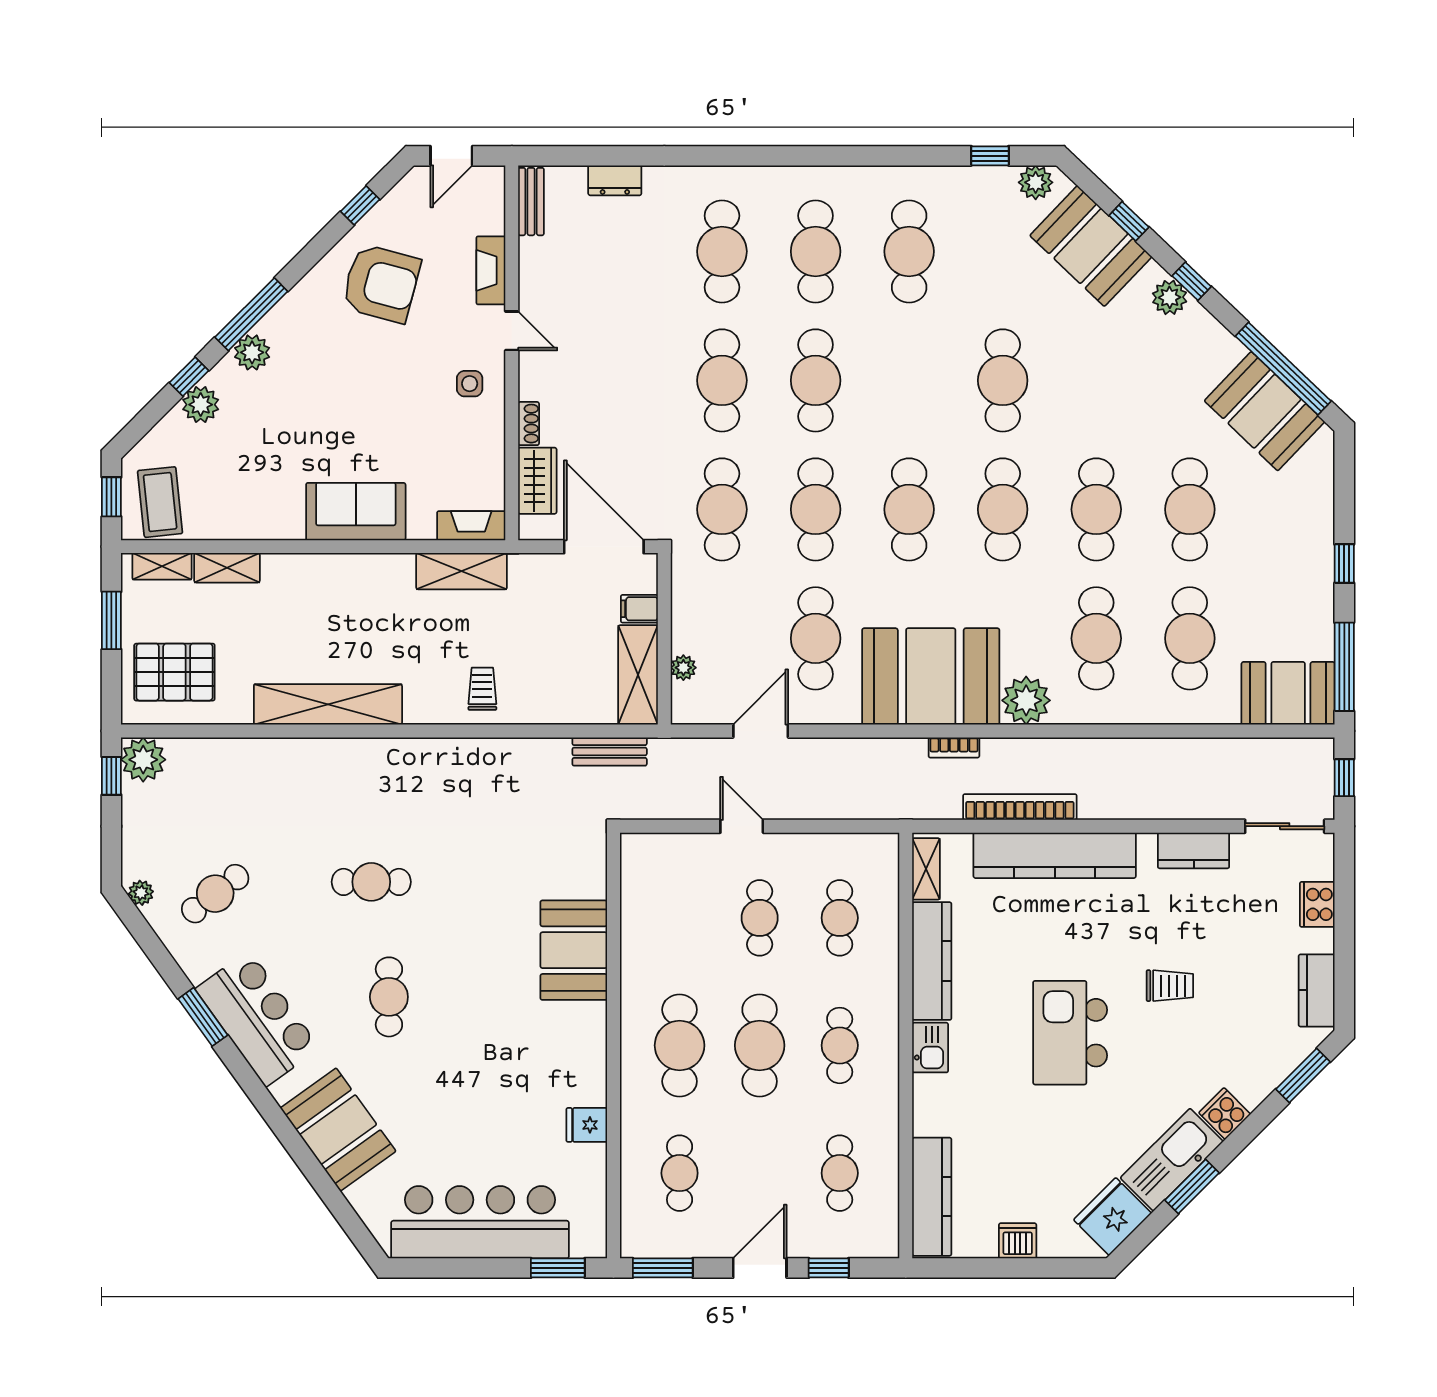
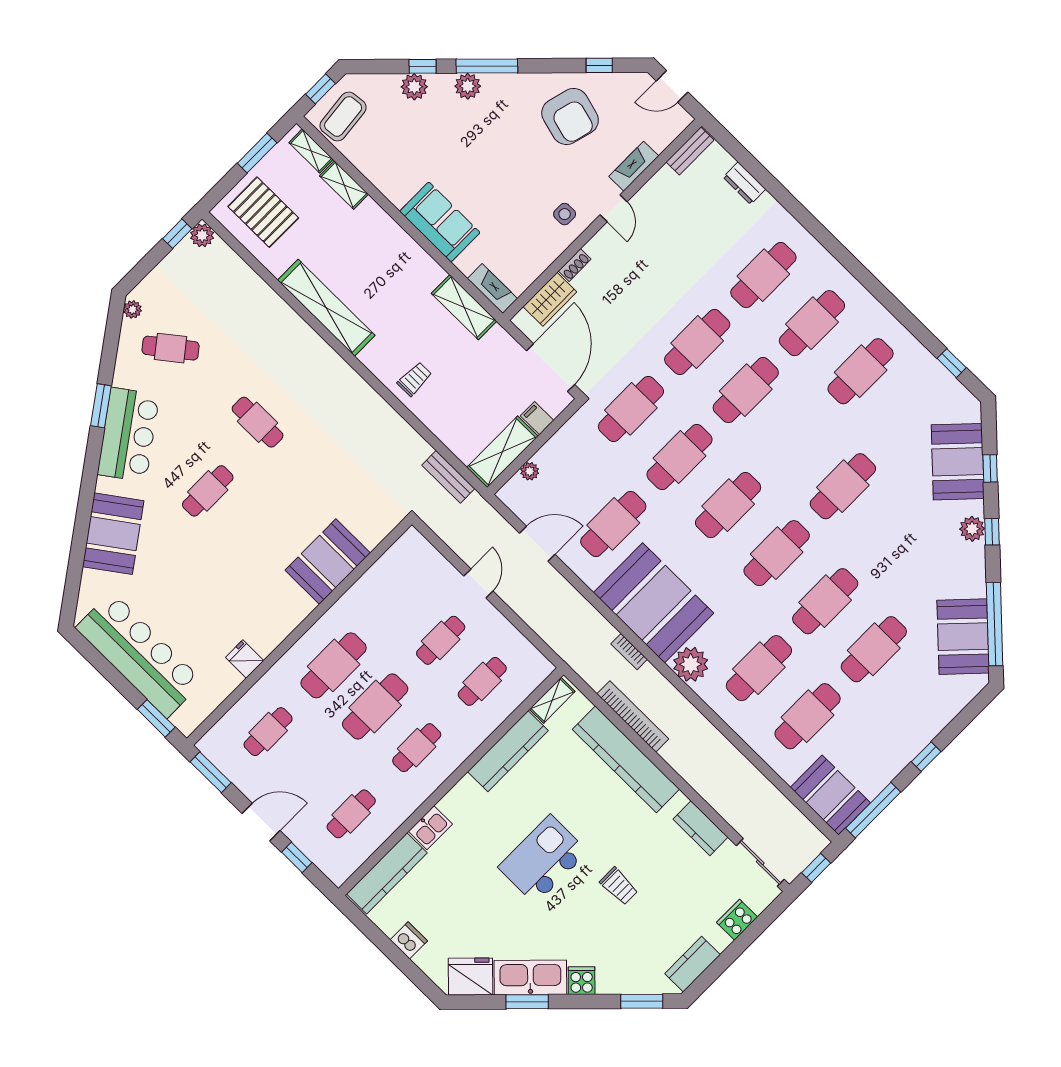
plant: (1036, 182) -> (962, 400), removed
plant: (143, 760) -> (202, 235), width x0.73, depth x0.73
kitchen sink: (930, 1048) -> (430, 828), moved

